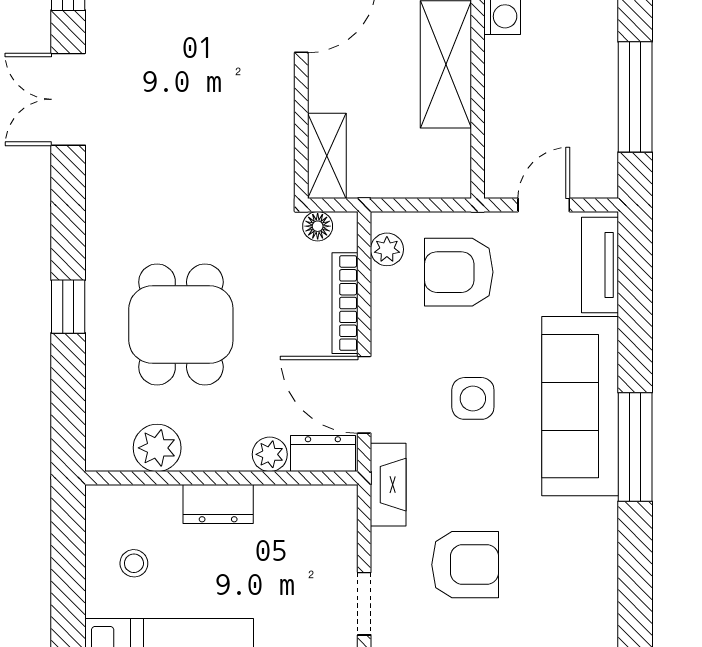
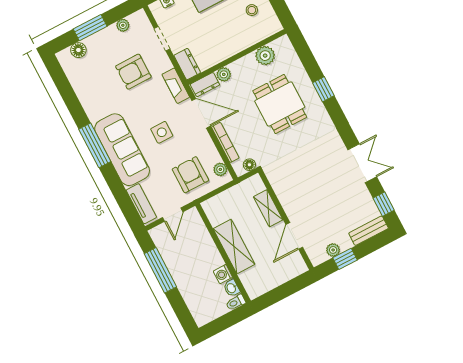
shelving: (327, 156) -> (268, 208), moved
armchair: (459, 272) -> (190, 175), turned -90
dresser: (218, 504) -> (187, 64), moved, turned 90

